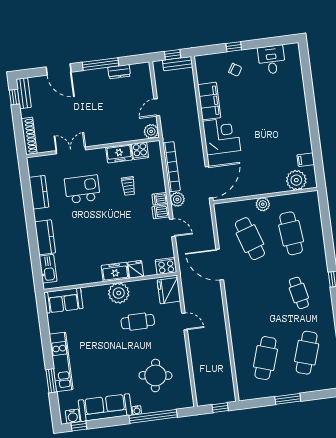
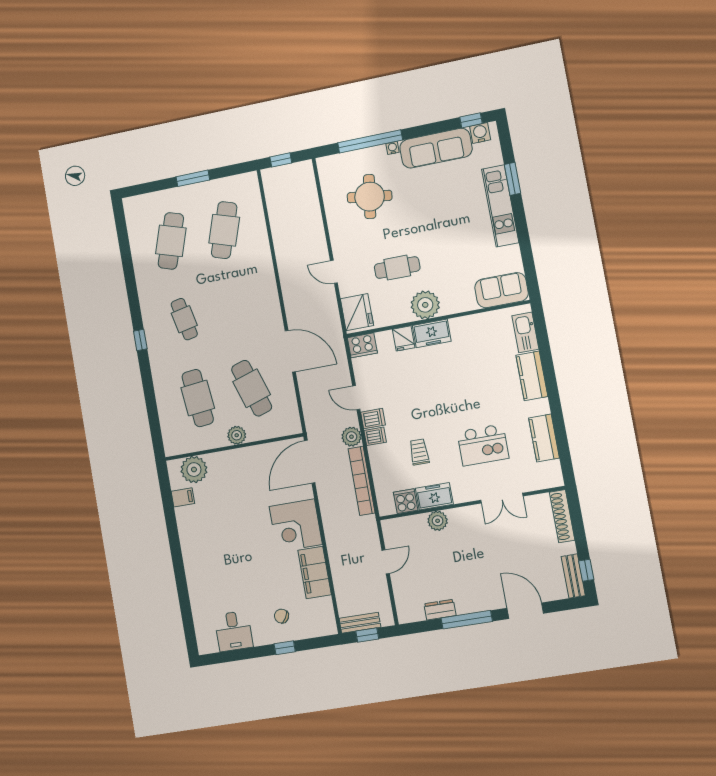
plant: (151, 131) -> (438, 521), moved

